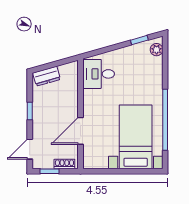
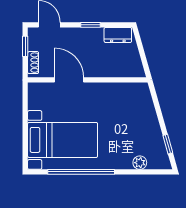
plant: (157, 50) -> (140, 163), moved
desk: (99, 74) -> (131, 100), removed
dresser: (47, 76) -> (118, 35), moved, turned -74

